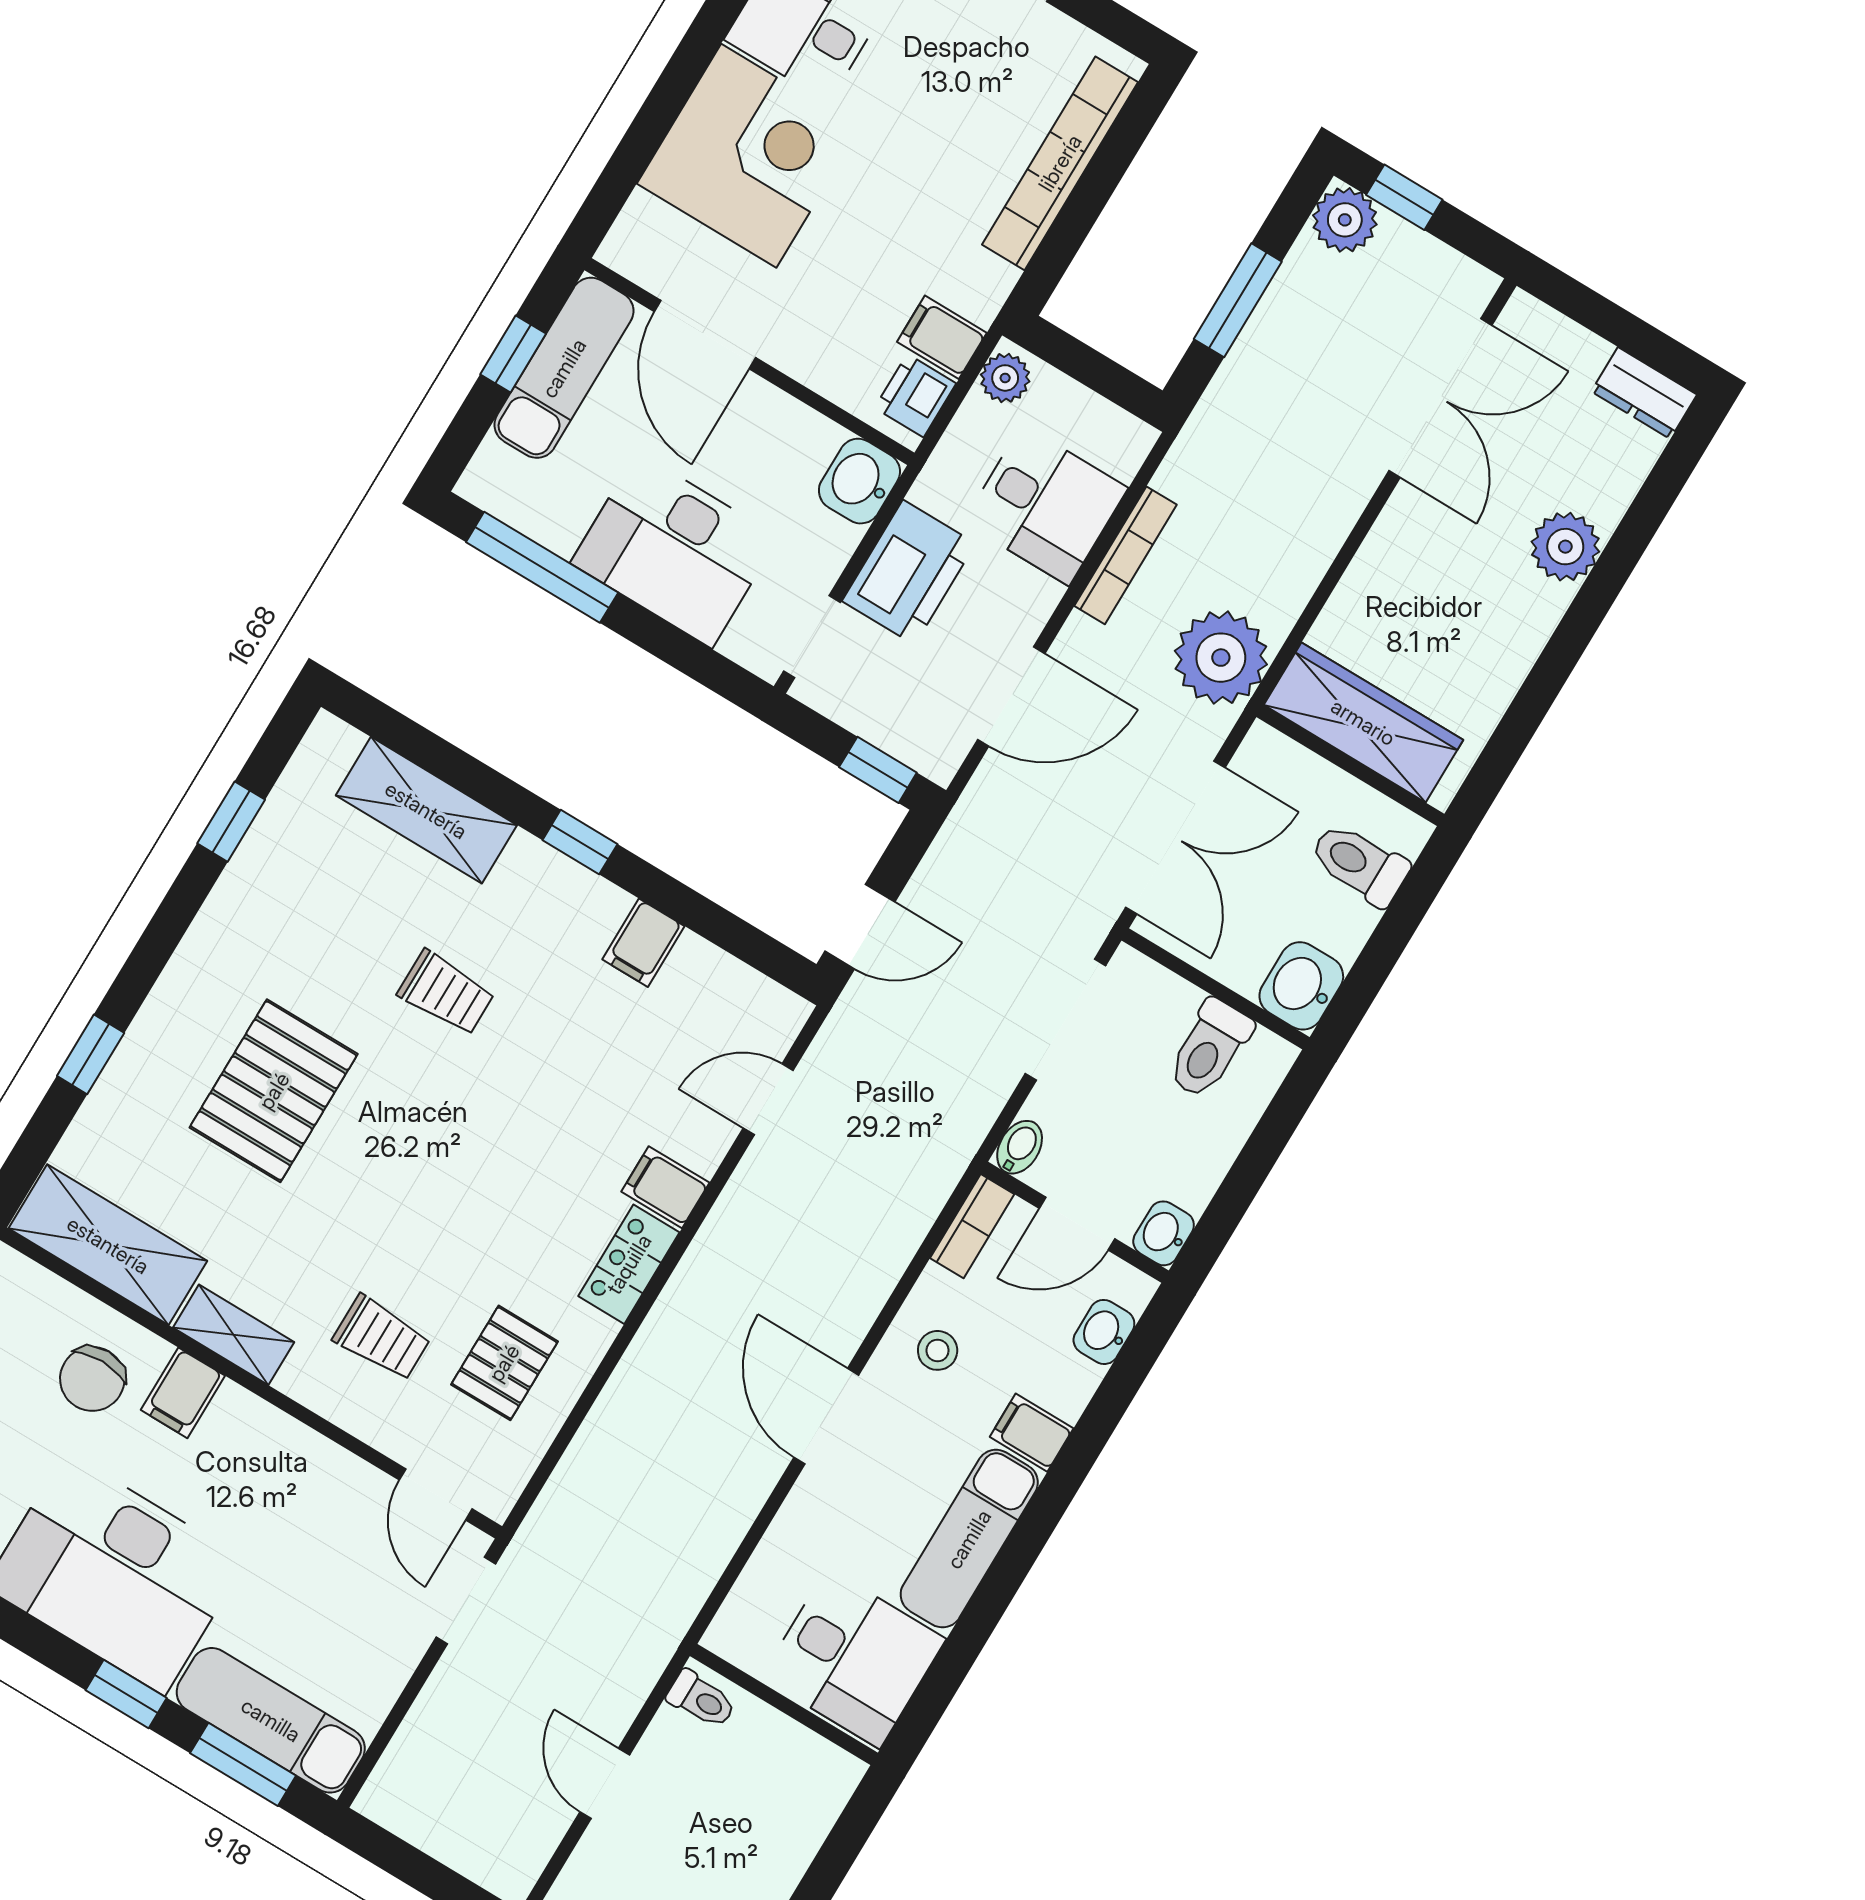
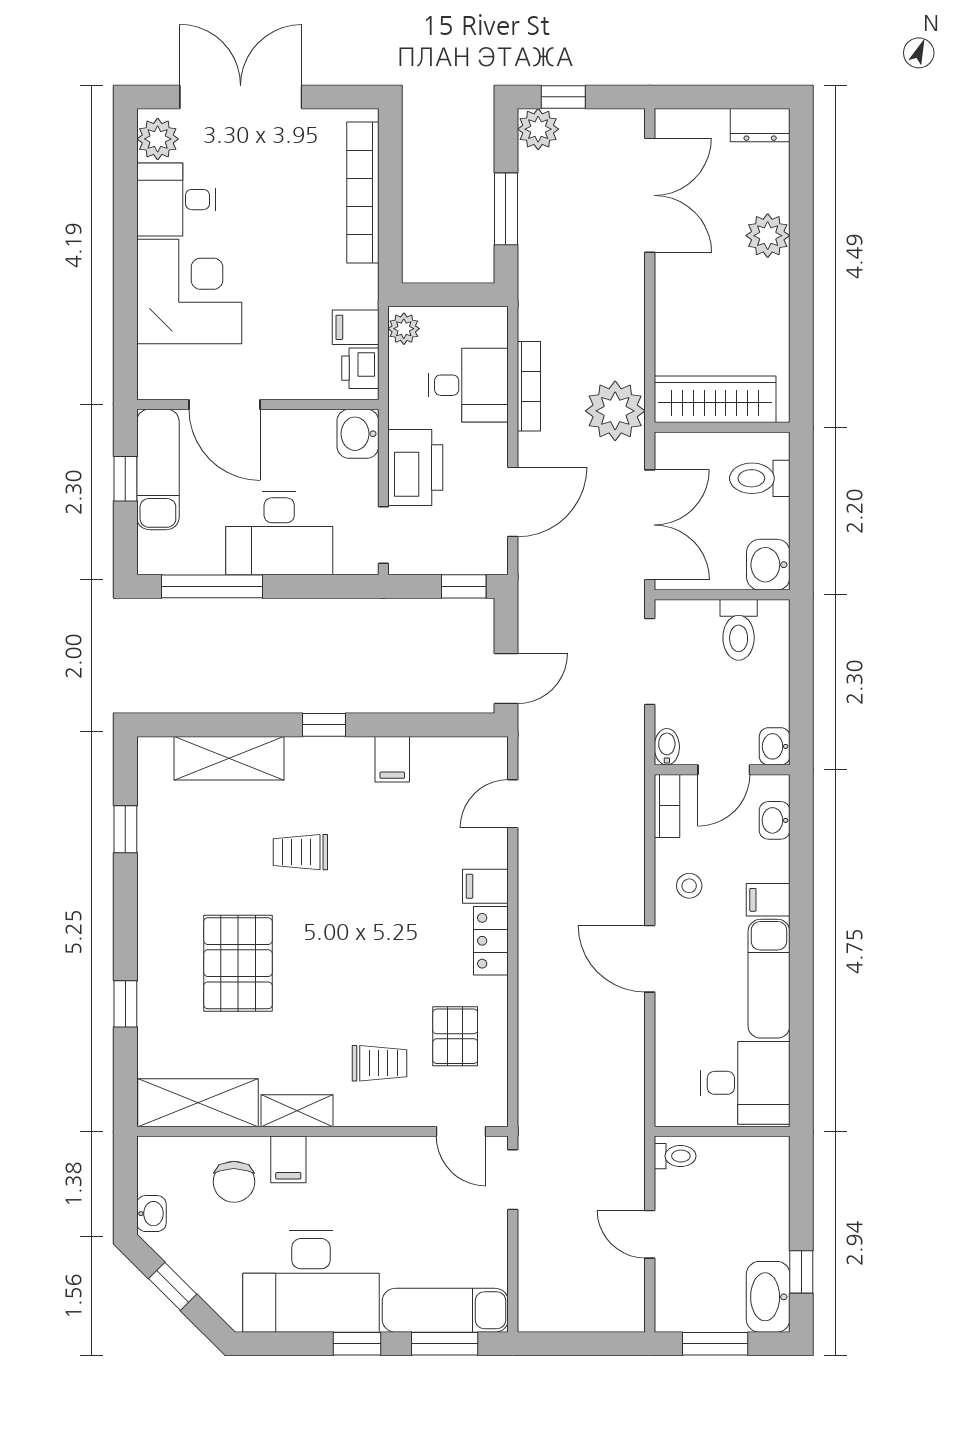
trolley: (446, 993) -> (300, 852), turned 180

